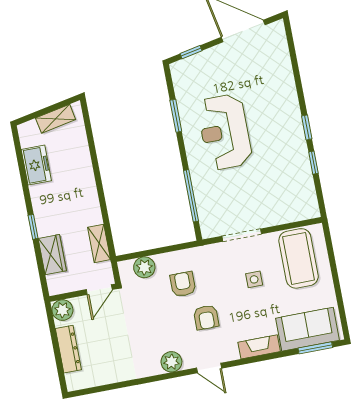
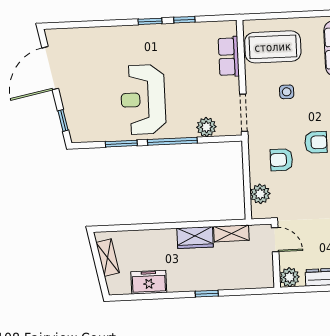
reception desk: (225, 132) -> (143, 100), turned 90
window: (191, 196) -> (172, 141), moved
plant: (206, 202) -> (206, 127), added
row of seats: (282, 214) -> (229, 57), added
doorway: (242, 235) -> (244, 113), moved
wardrobe: (52, 255) -> (195, 238), moved, turned 180

